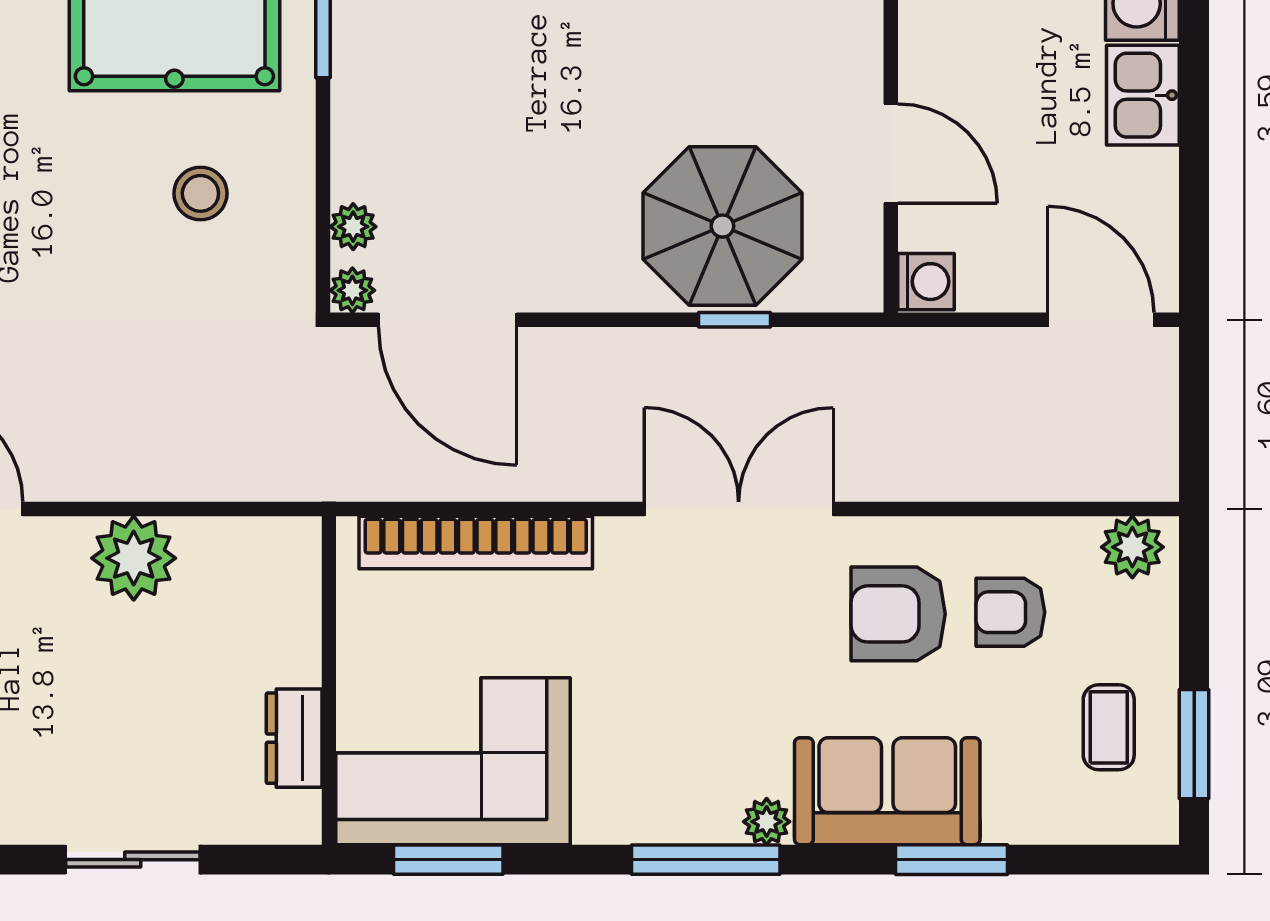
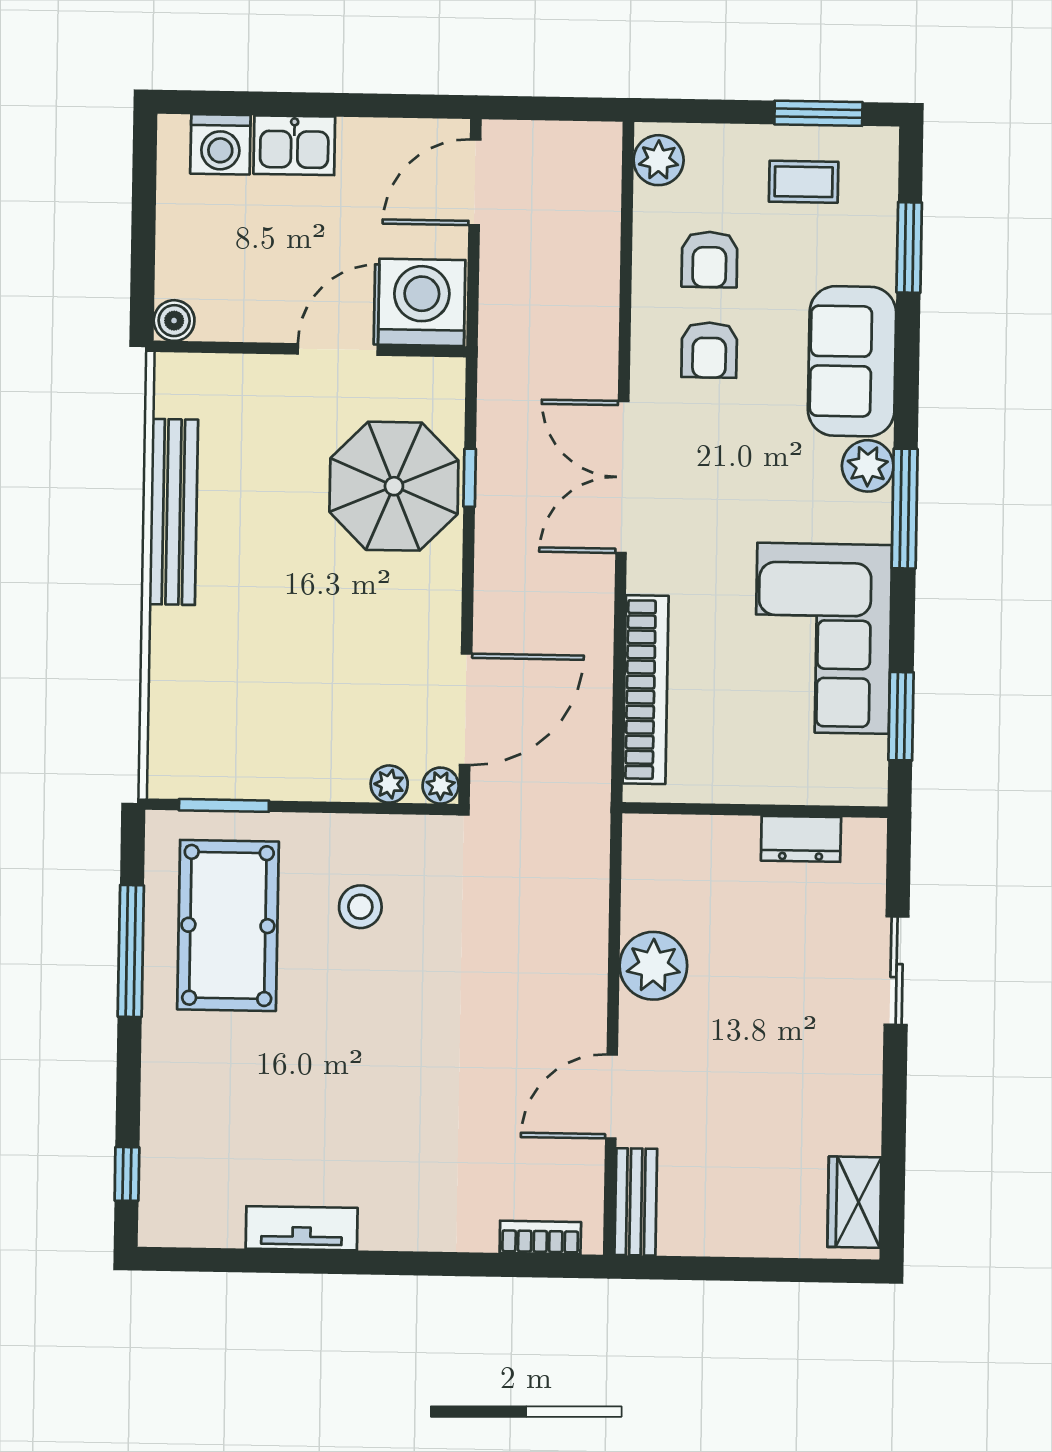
washing machine: (926, 282) -> (422, 302), width x1.89, depth x1.89
armchair: (898, 614) -> (709, 350), width x0.72, depth x0.72
corner sofa: (453, 761) -> (823, 638), moved
plant: (767, 822) -> (868, 466), width x1.38, depth x1.38
window: (952, 860) -> (909, 248), moved

